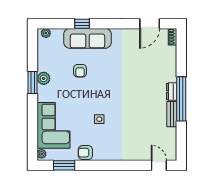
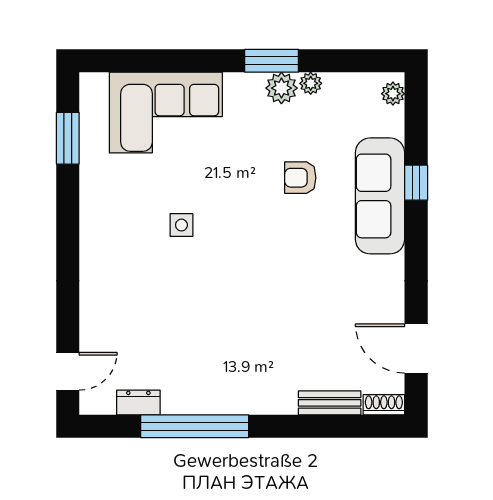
dresser: (172, 92) -> (138, 402), moved
window: (181, 99) -> (195, 426), moved
bench: (172, 114) -> (330, 403), moved
armchair: (85, 153) -> (99, 191), removed
plant: (42, 154) -> (311, 83), moved

